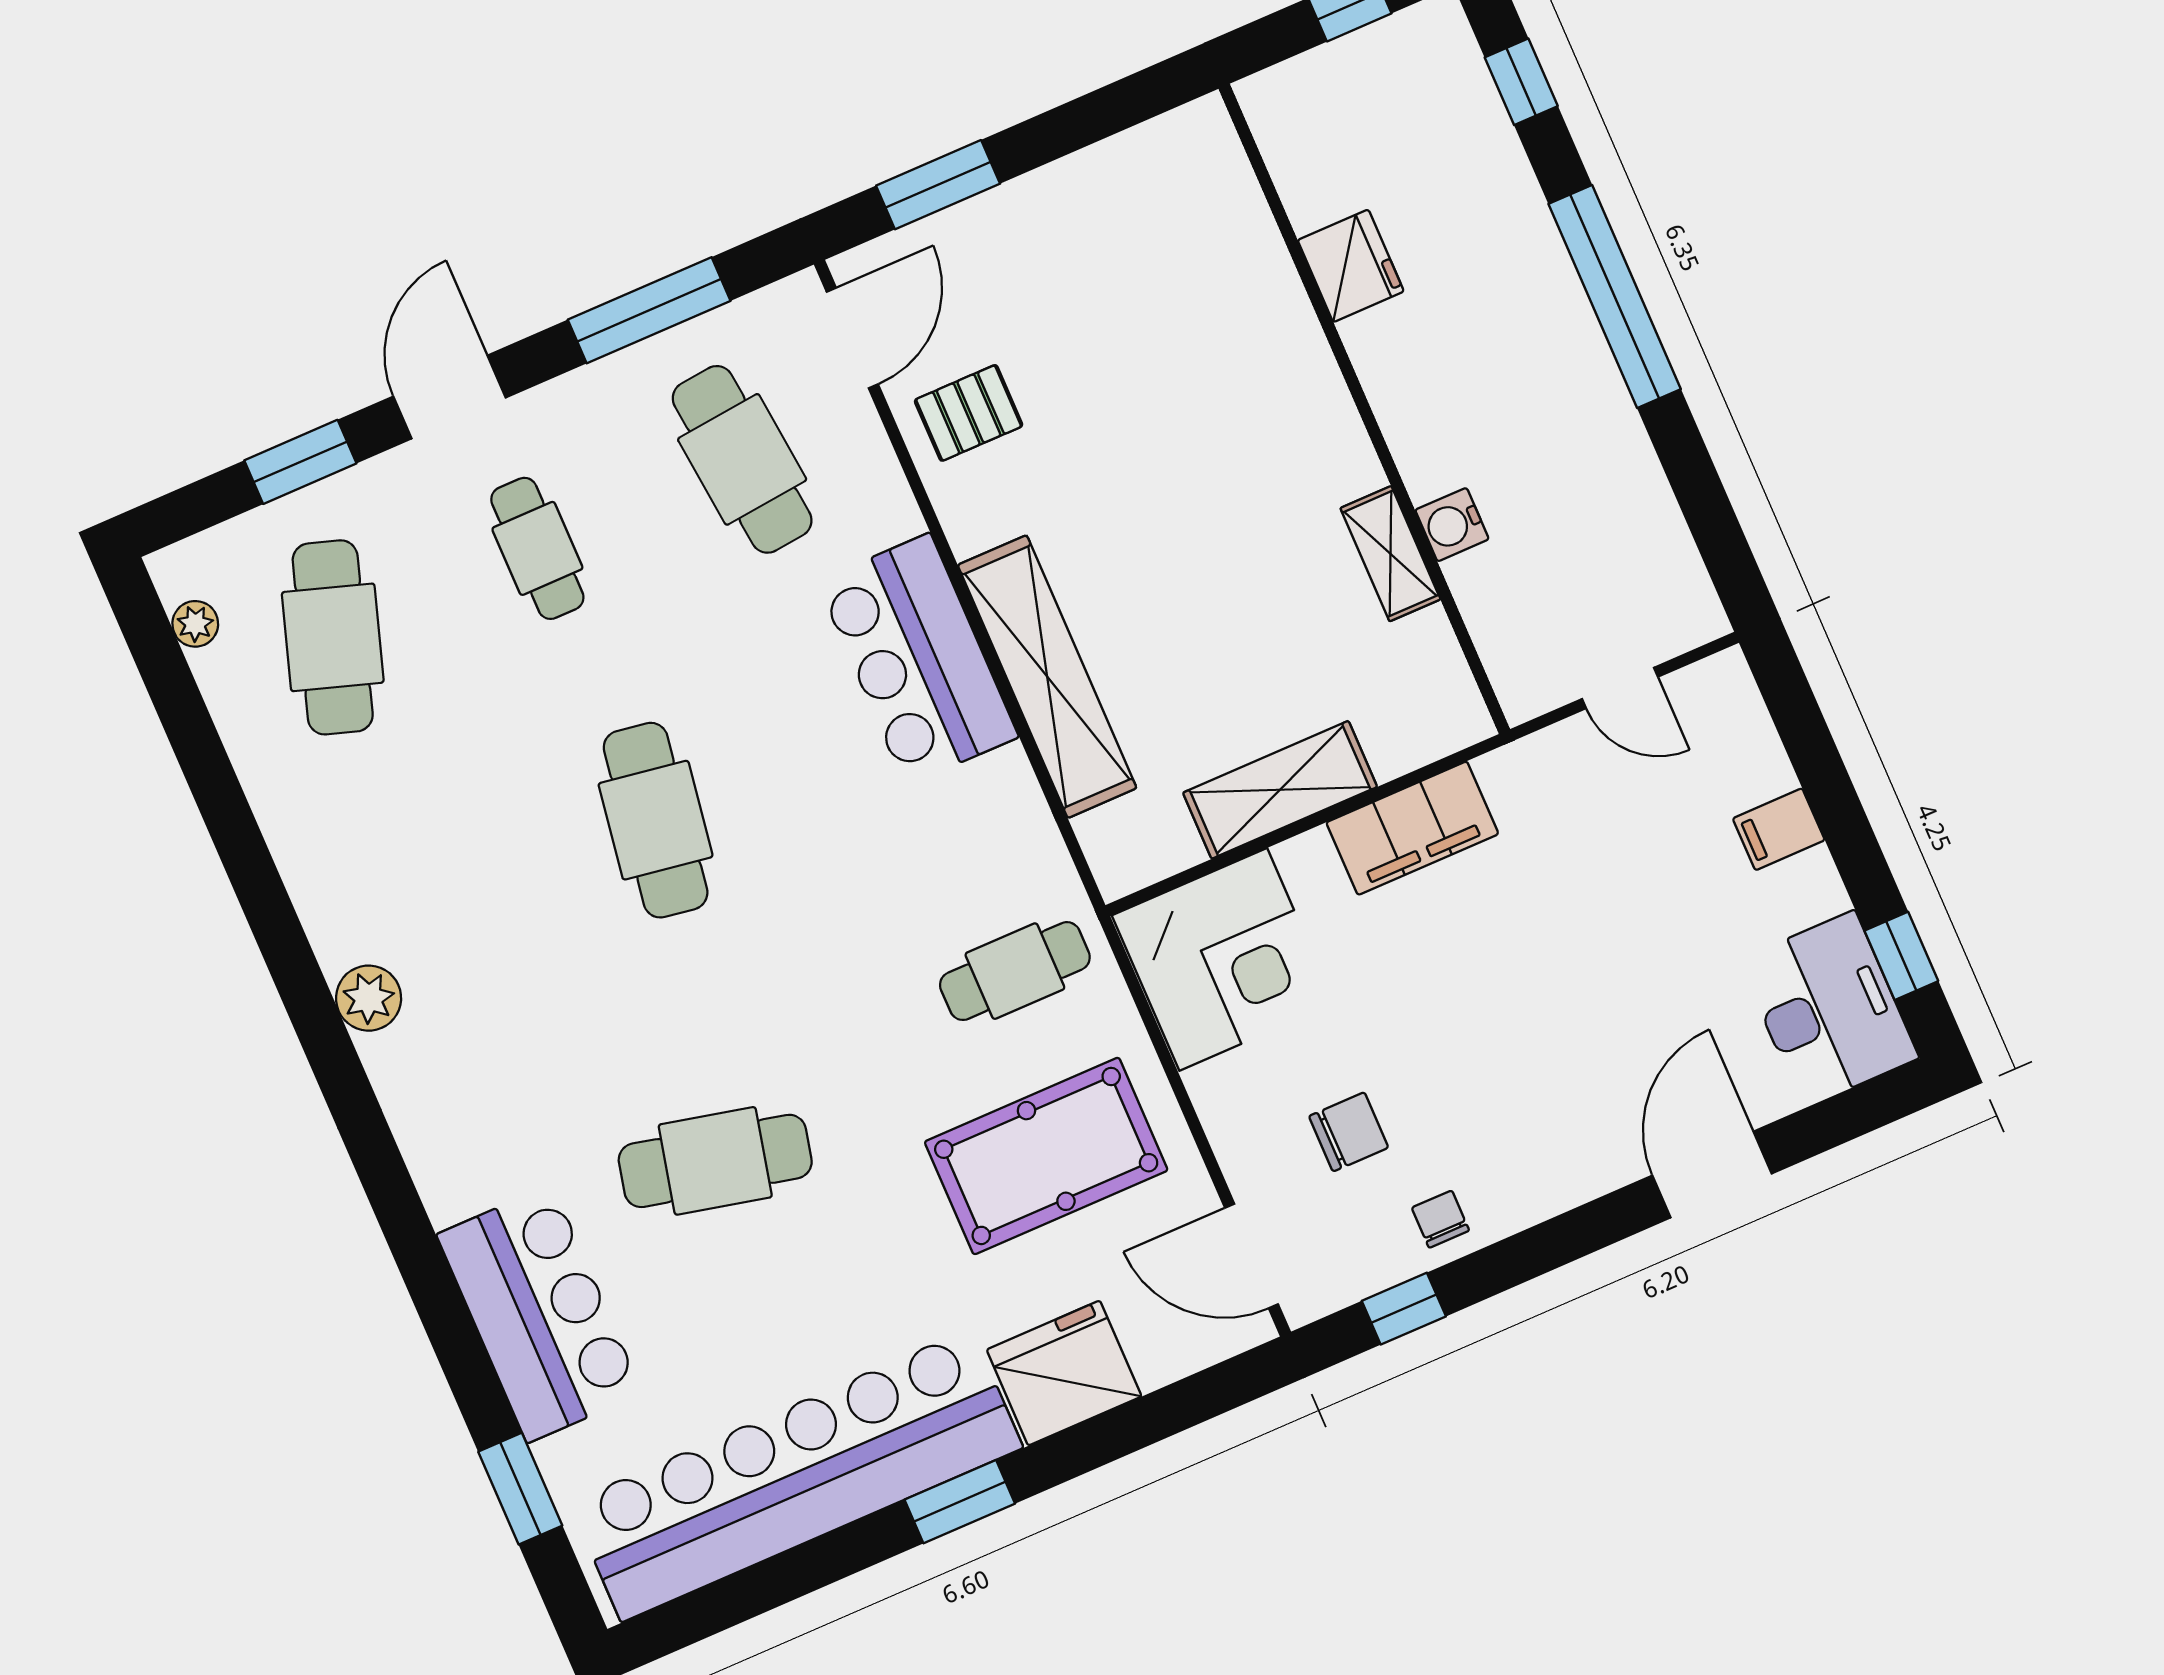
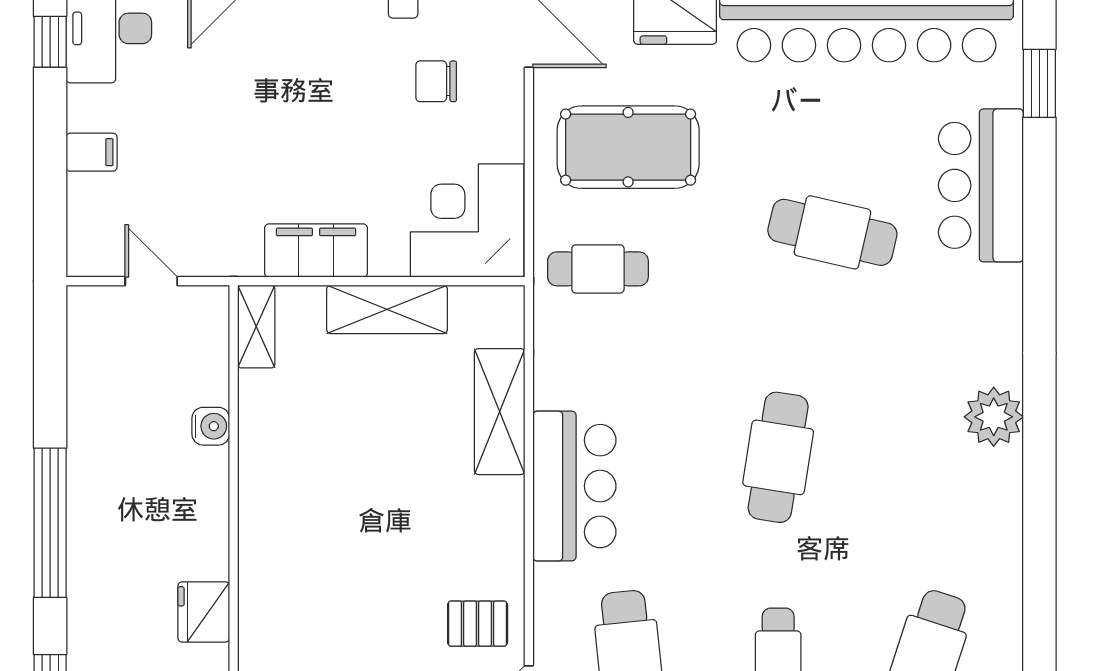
shelving: (1390, 554) -> (256, 327), moved
shelving: (1047, 677) -> (500, 412), width x0.68
plant: (369, 998) -> (994, 417), width x1.36, depth x1.36

